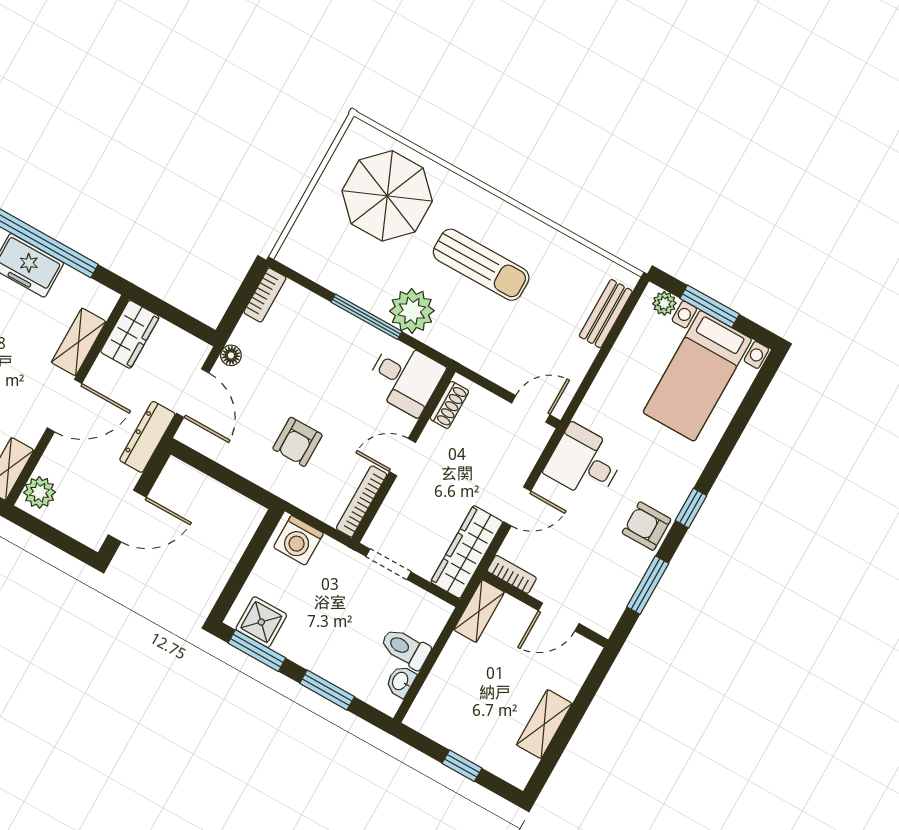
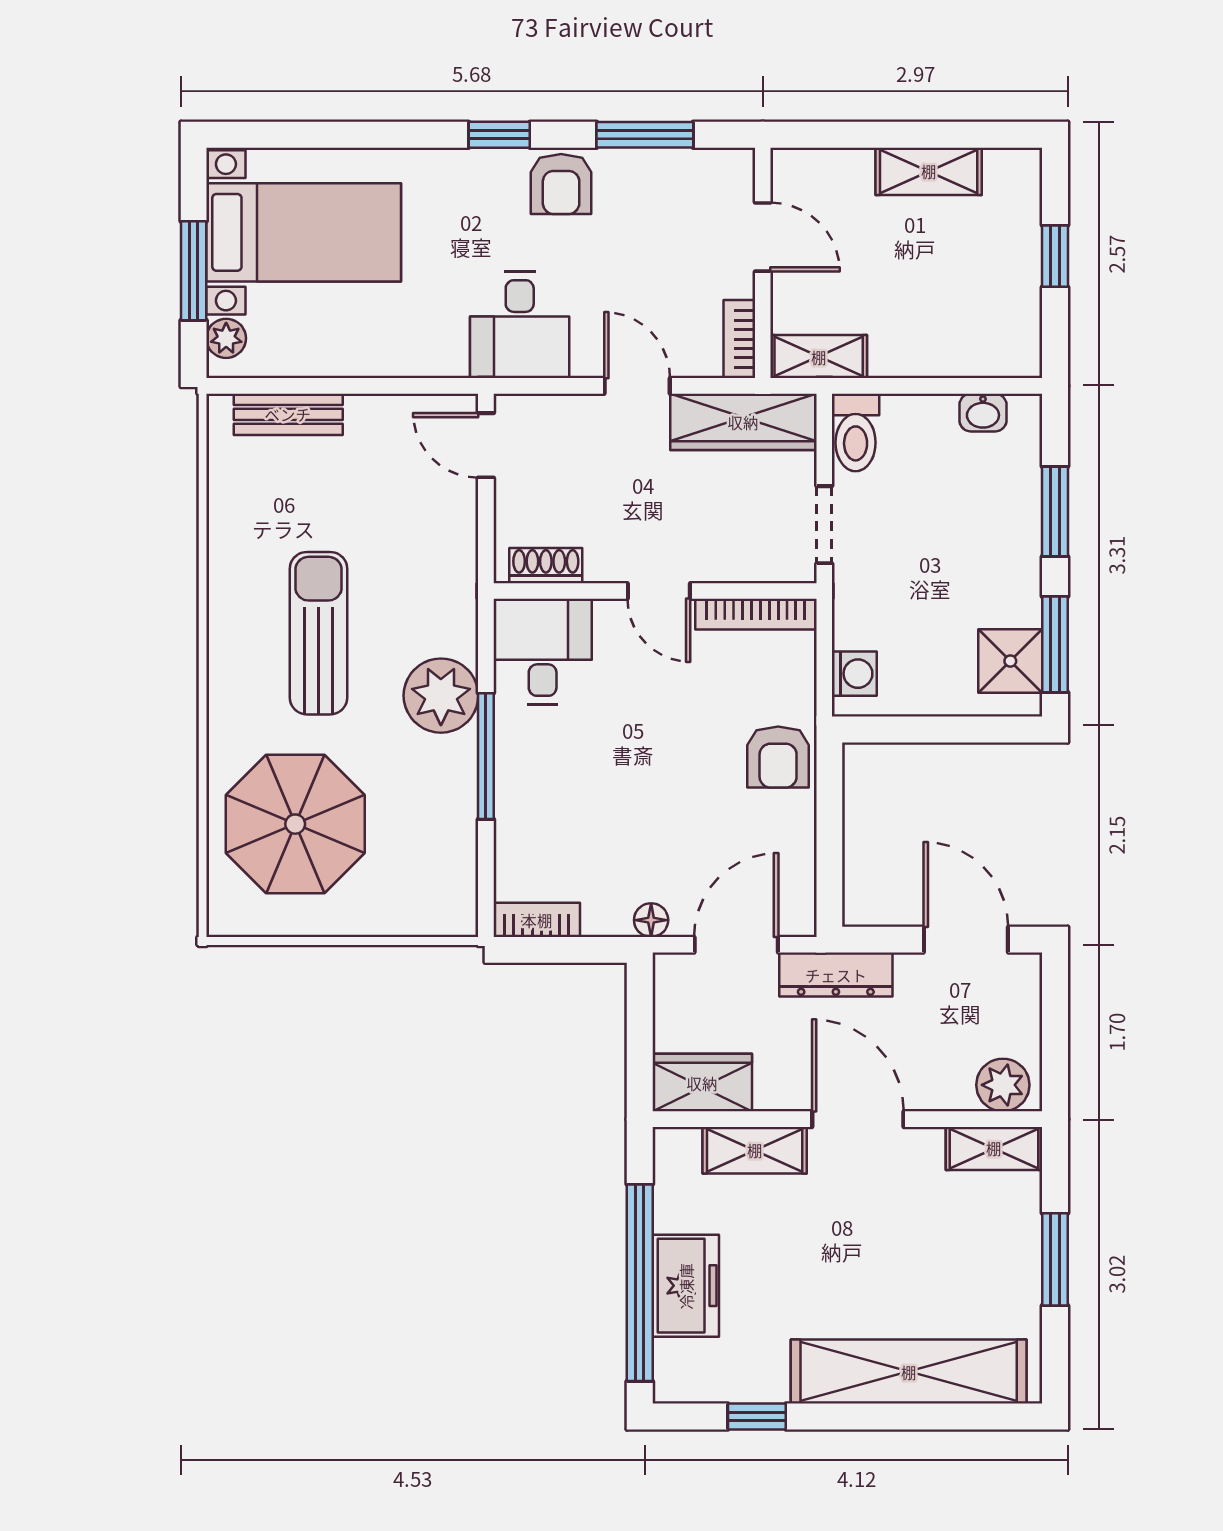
armchair: (297, 442) -> (778, 757), moved, turned 90
washing machine: (298, 540) -> (854, 674), width x0.73, depth x0.73
toilet: (405, 648) -> (856, 433), moved

